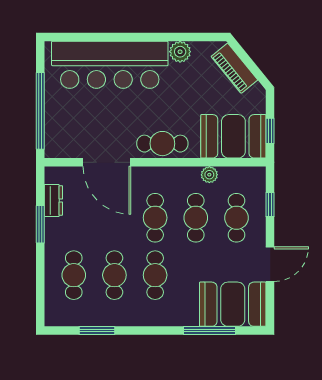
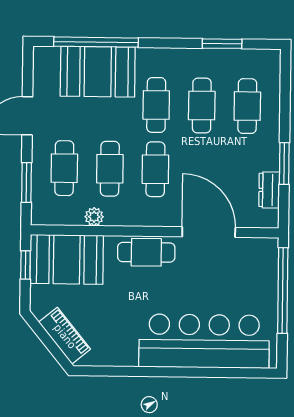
plant: (180, 52) -> (125, 355), removed
window: (270, 204) -> (26, 183), width x1.50
booth: (233, 304) -> (98, 72), moved
window: (210, 331) -> (96, 42), width x1.46

